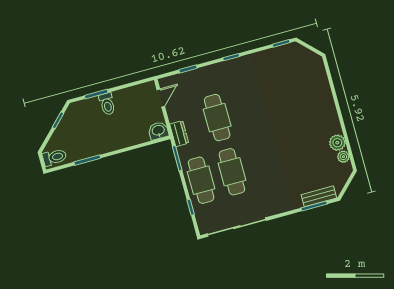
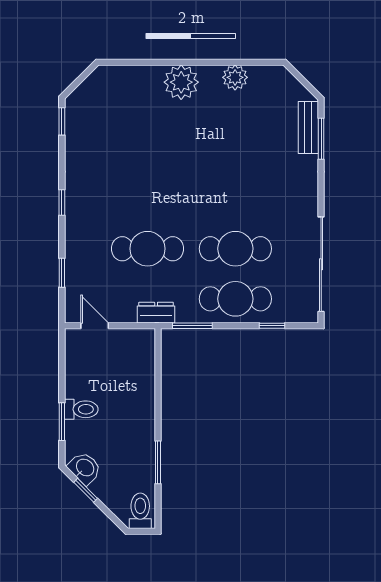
washbasin: (158, 131) -> (85, 468), moved, turned 135
plant: (343, 157) -> (181, 82), moved, width x1.88, depth x1.88

